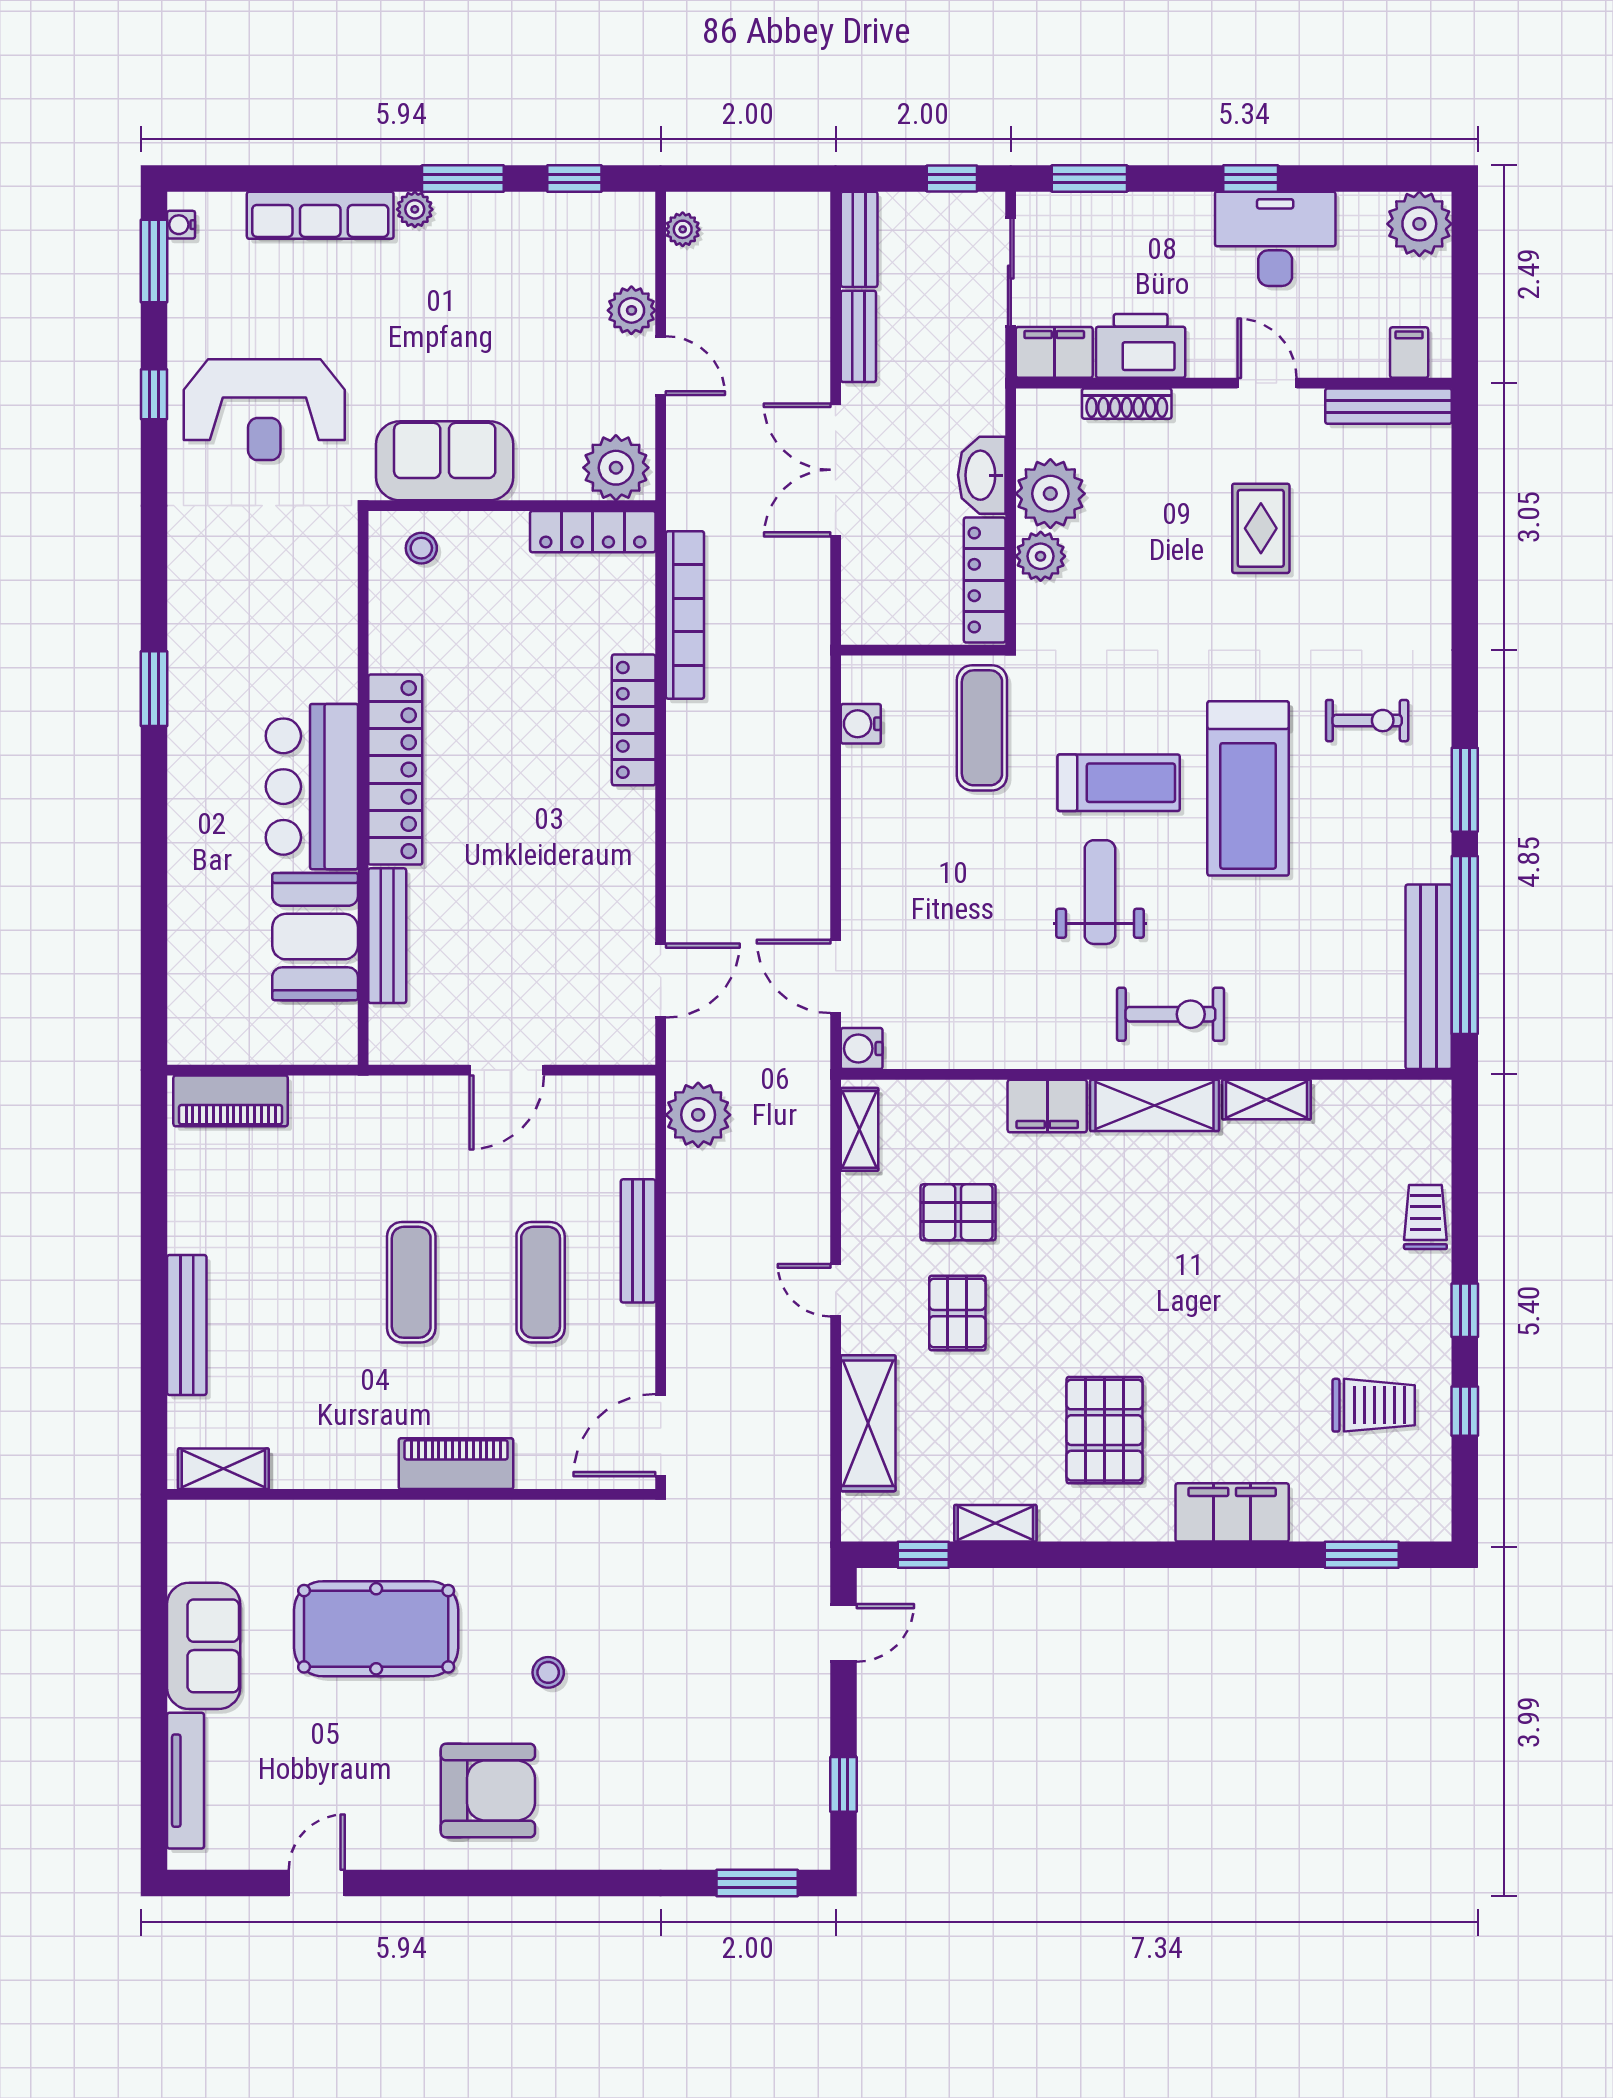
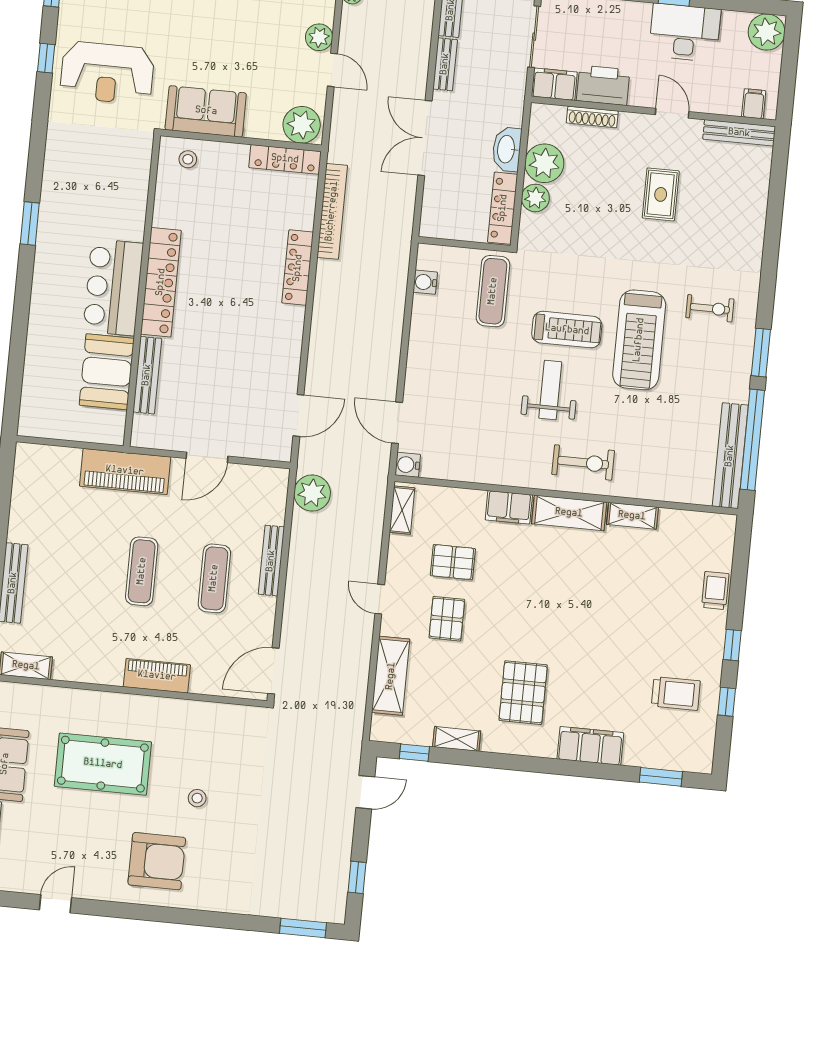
piano: (231, 1101) -> (125, 471), moved, width x1.37, depth x1.33

